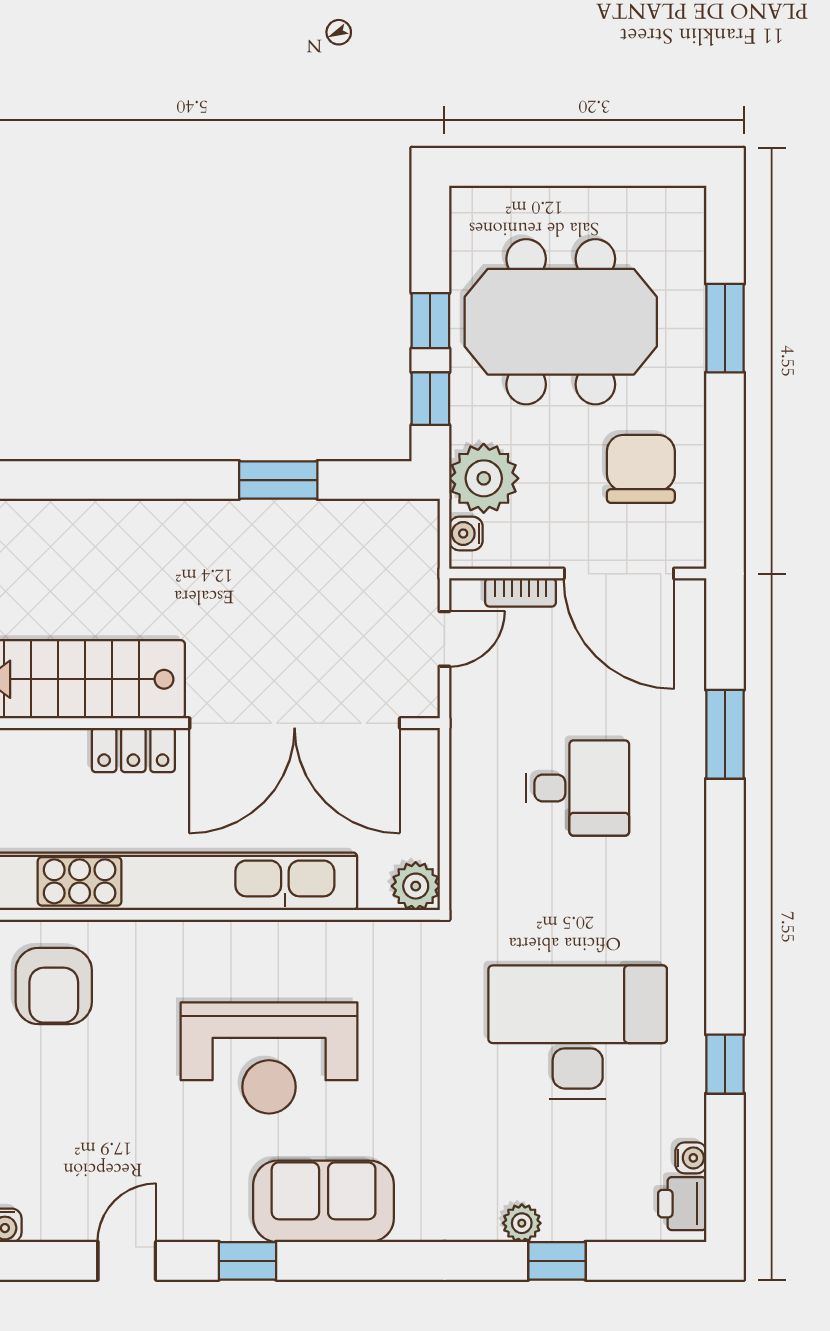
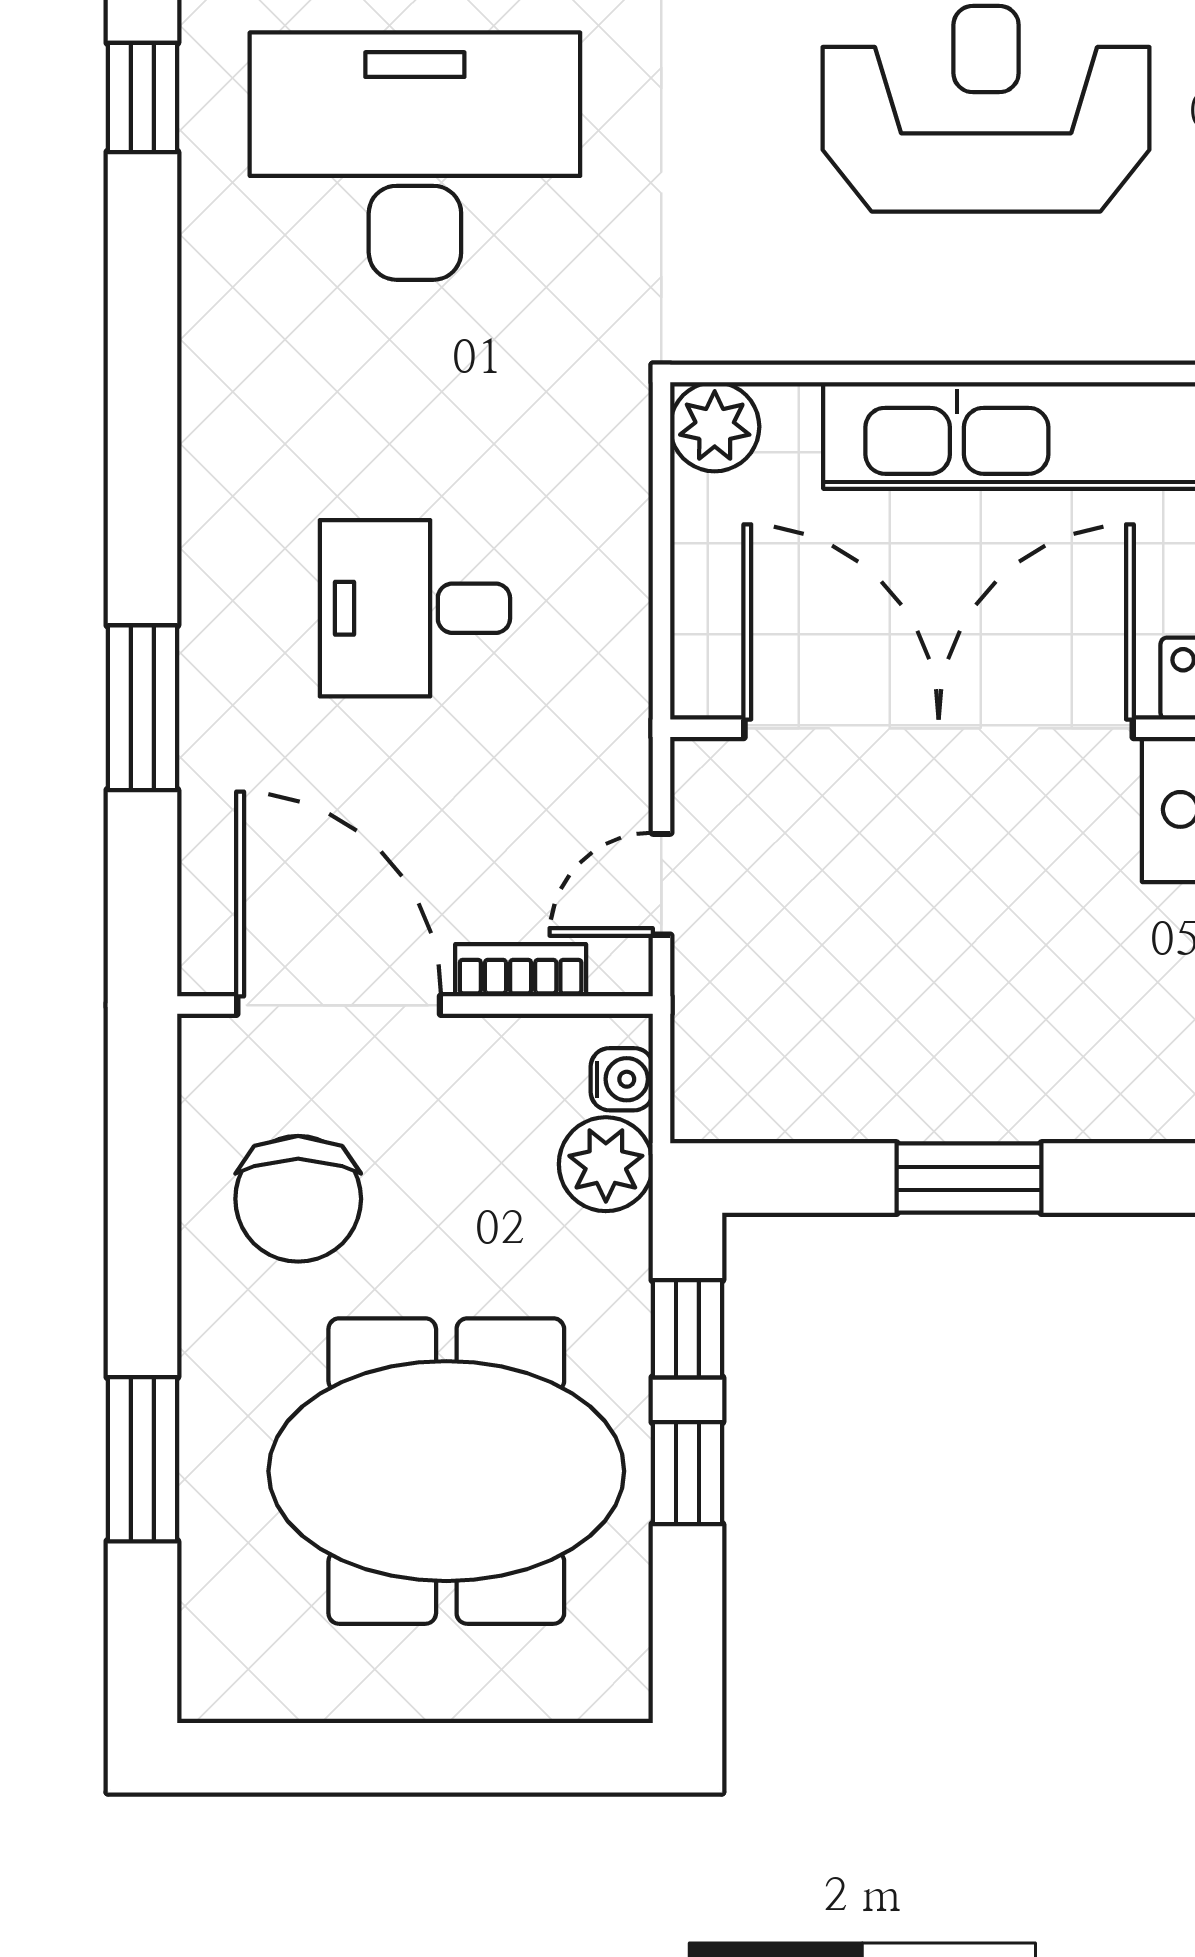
plant: (484, 478) -> (606, 1164), width x0.73, depth x0.73
desk: (578, 1032) -> (415, 156), turned 180

